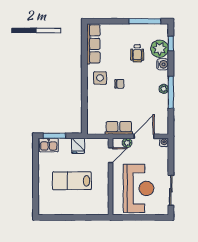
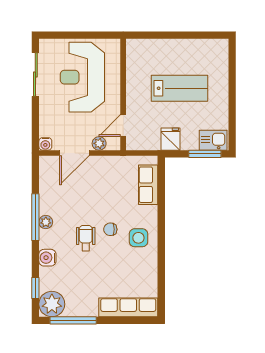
row of seats: (93, 44) -> (128, 307), moved, turned 90
plant: (160, 49) -> (52, 304), moved
wheelchair: (137, 53) -> (86, 238), moved
row of seats: (119, 128) -> (148, 185), moved, turned 90

